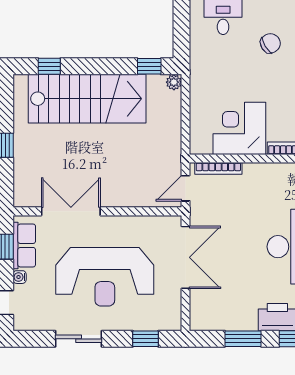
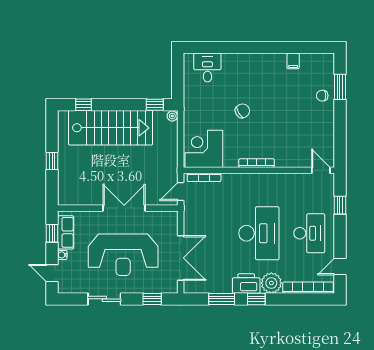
chair: (270, 43) -> (242, 111), moved
corner desk: (239, 128) -> (204, 149), moved
double door: (71, 211) -> (124, 208), moved
double door: (186, 257) -> (181, 258), moved

